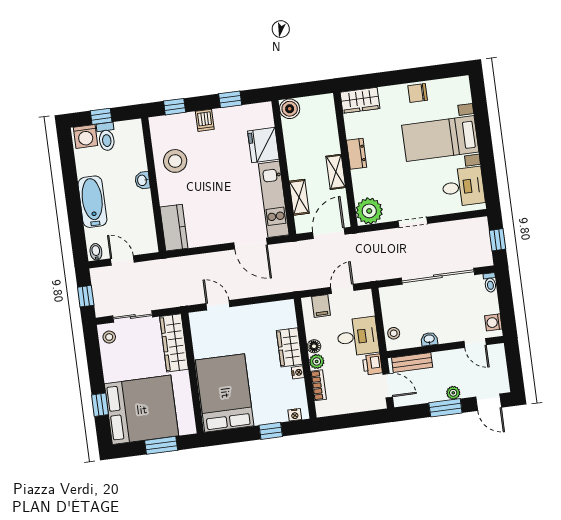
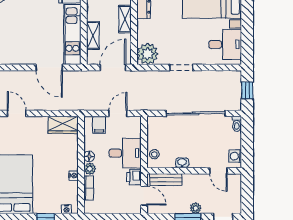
wardrobe: (289, 347) -> (63, 125), moved, turned -90

